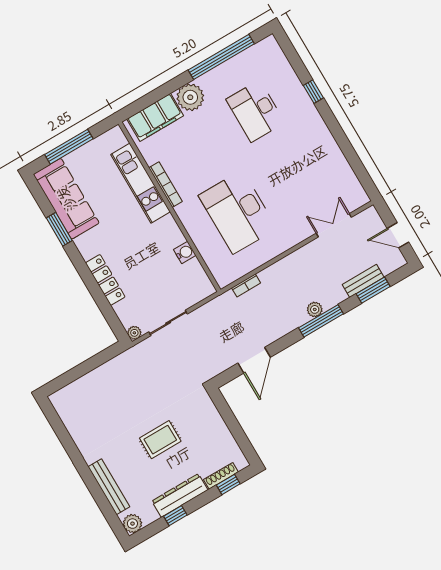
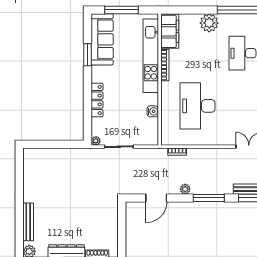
filing cabinet: (155, 117) -> (170, 31), moved, turned -90
kitchen unit: (140, 183) -> (151, 56), width x1.36
plant: (315, 309) -> (185, 189), moved
rug: (160, 440) -> (74, 212), removed

